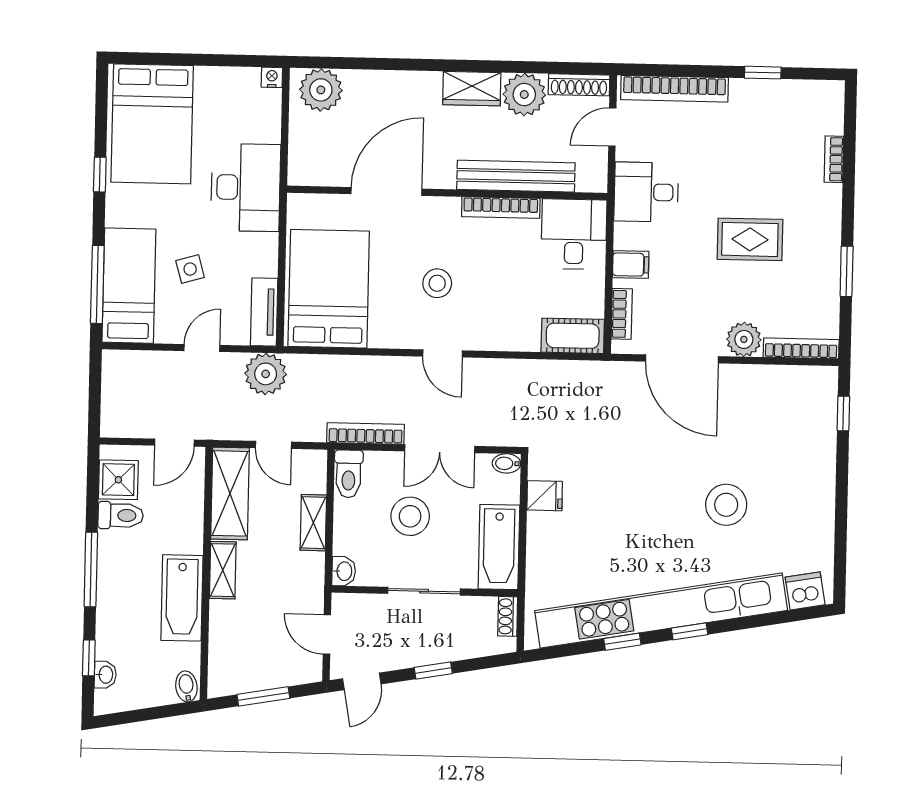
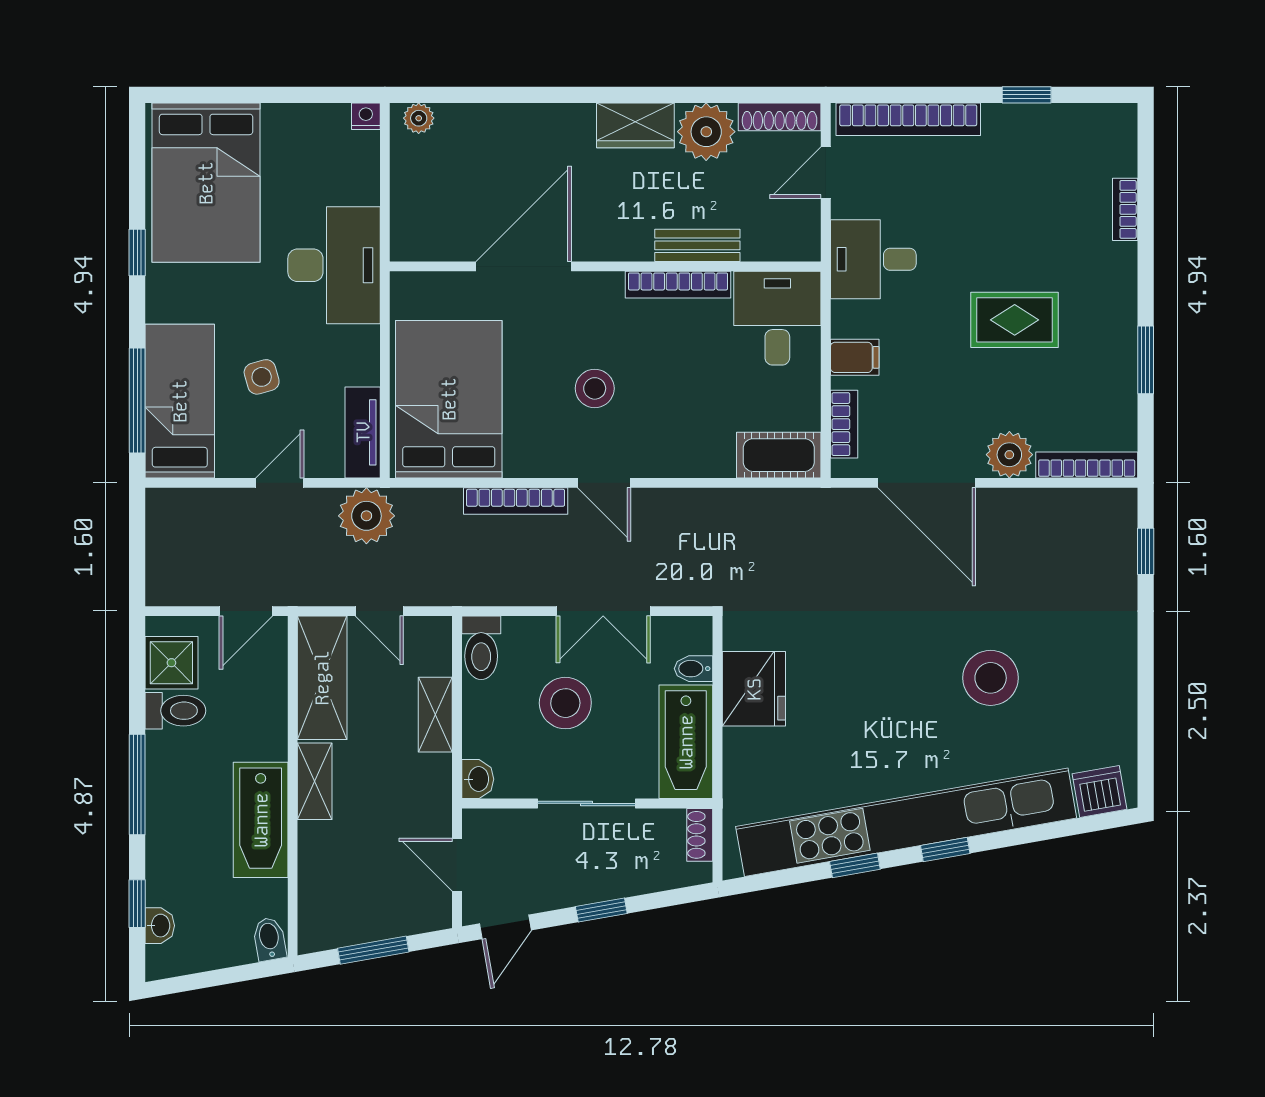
plant: (321, 90) -> (419, 118), width x0.53, depth x0.53
bench: (516, 176) -> (697, 245), width x0.54, depth x0.82
bookcase: (366, 433) -> (516, 501), moved, turned 180
bidet: (506, 463) -> (693, 669), moved
fridge: (545, 496) -> (754, 689), width x1.88, depth x1.34

